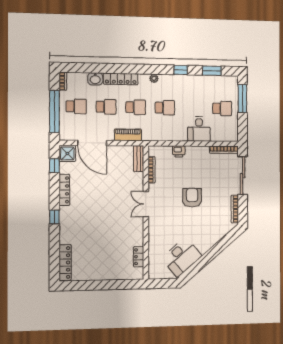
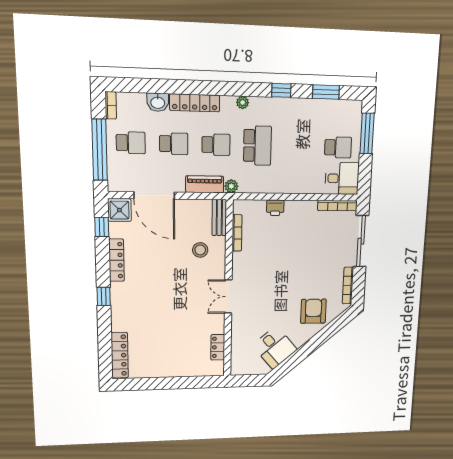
school desk: (165, 108) -> (257, 146), width x1.85
desk: (199, 129) -> (342, 178), moved, turned -90
plant: (147, 136) -> (231, 186), added
stool: (125, 182) -> (200, 250), added
armchair: (192, 198) -> (313, 311), moved
double door: (146, 204) -> (228, 297), moved
desk: (182, 257) -> (275, 348), width x0.73

